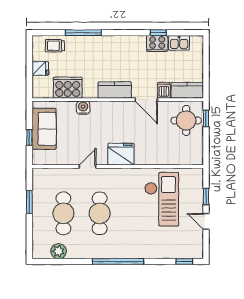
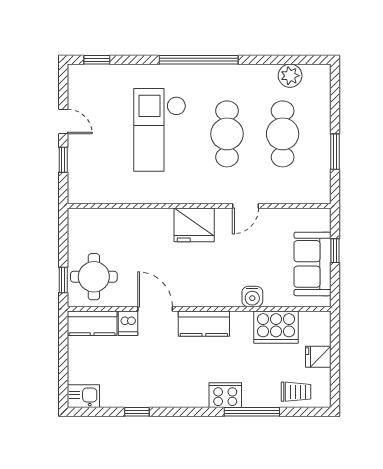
cooker: (157, 43) -> (225, 395), moved
kitchen sink: (179, 43) -> (83, 396), moved
checkout: (162, 199) -> (160, 130), moved

